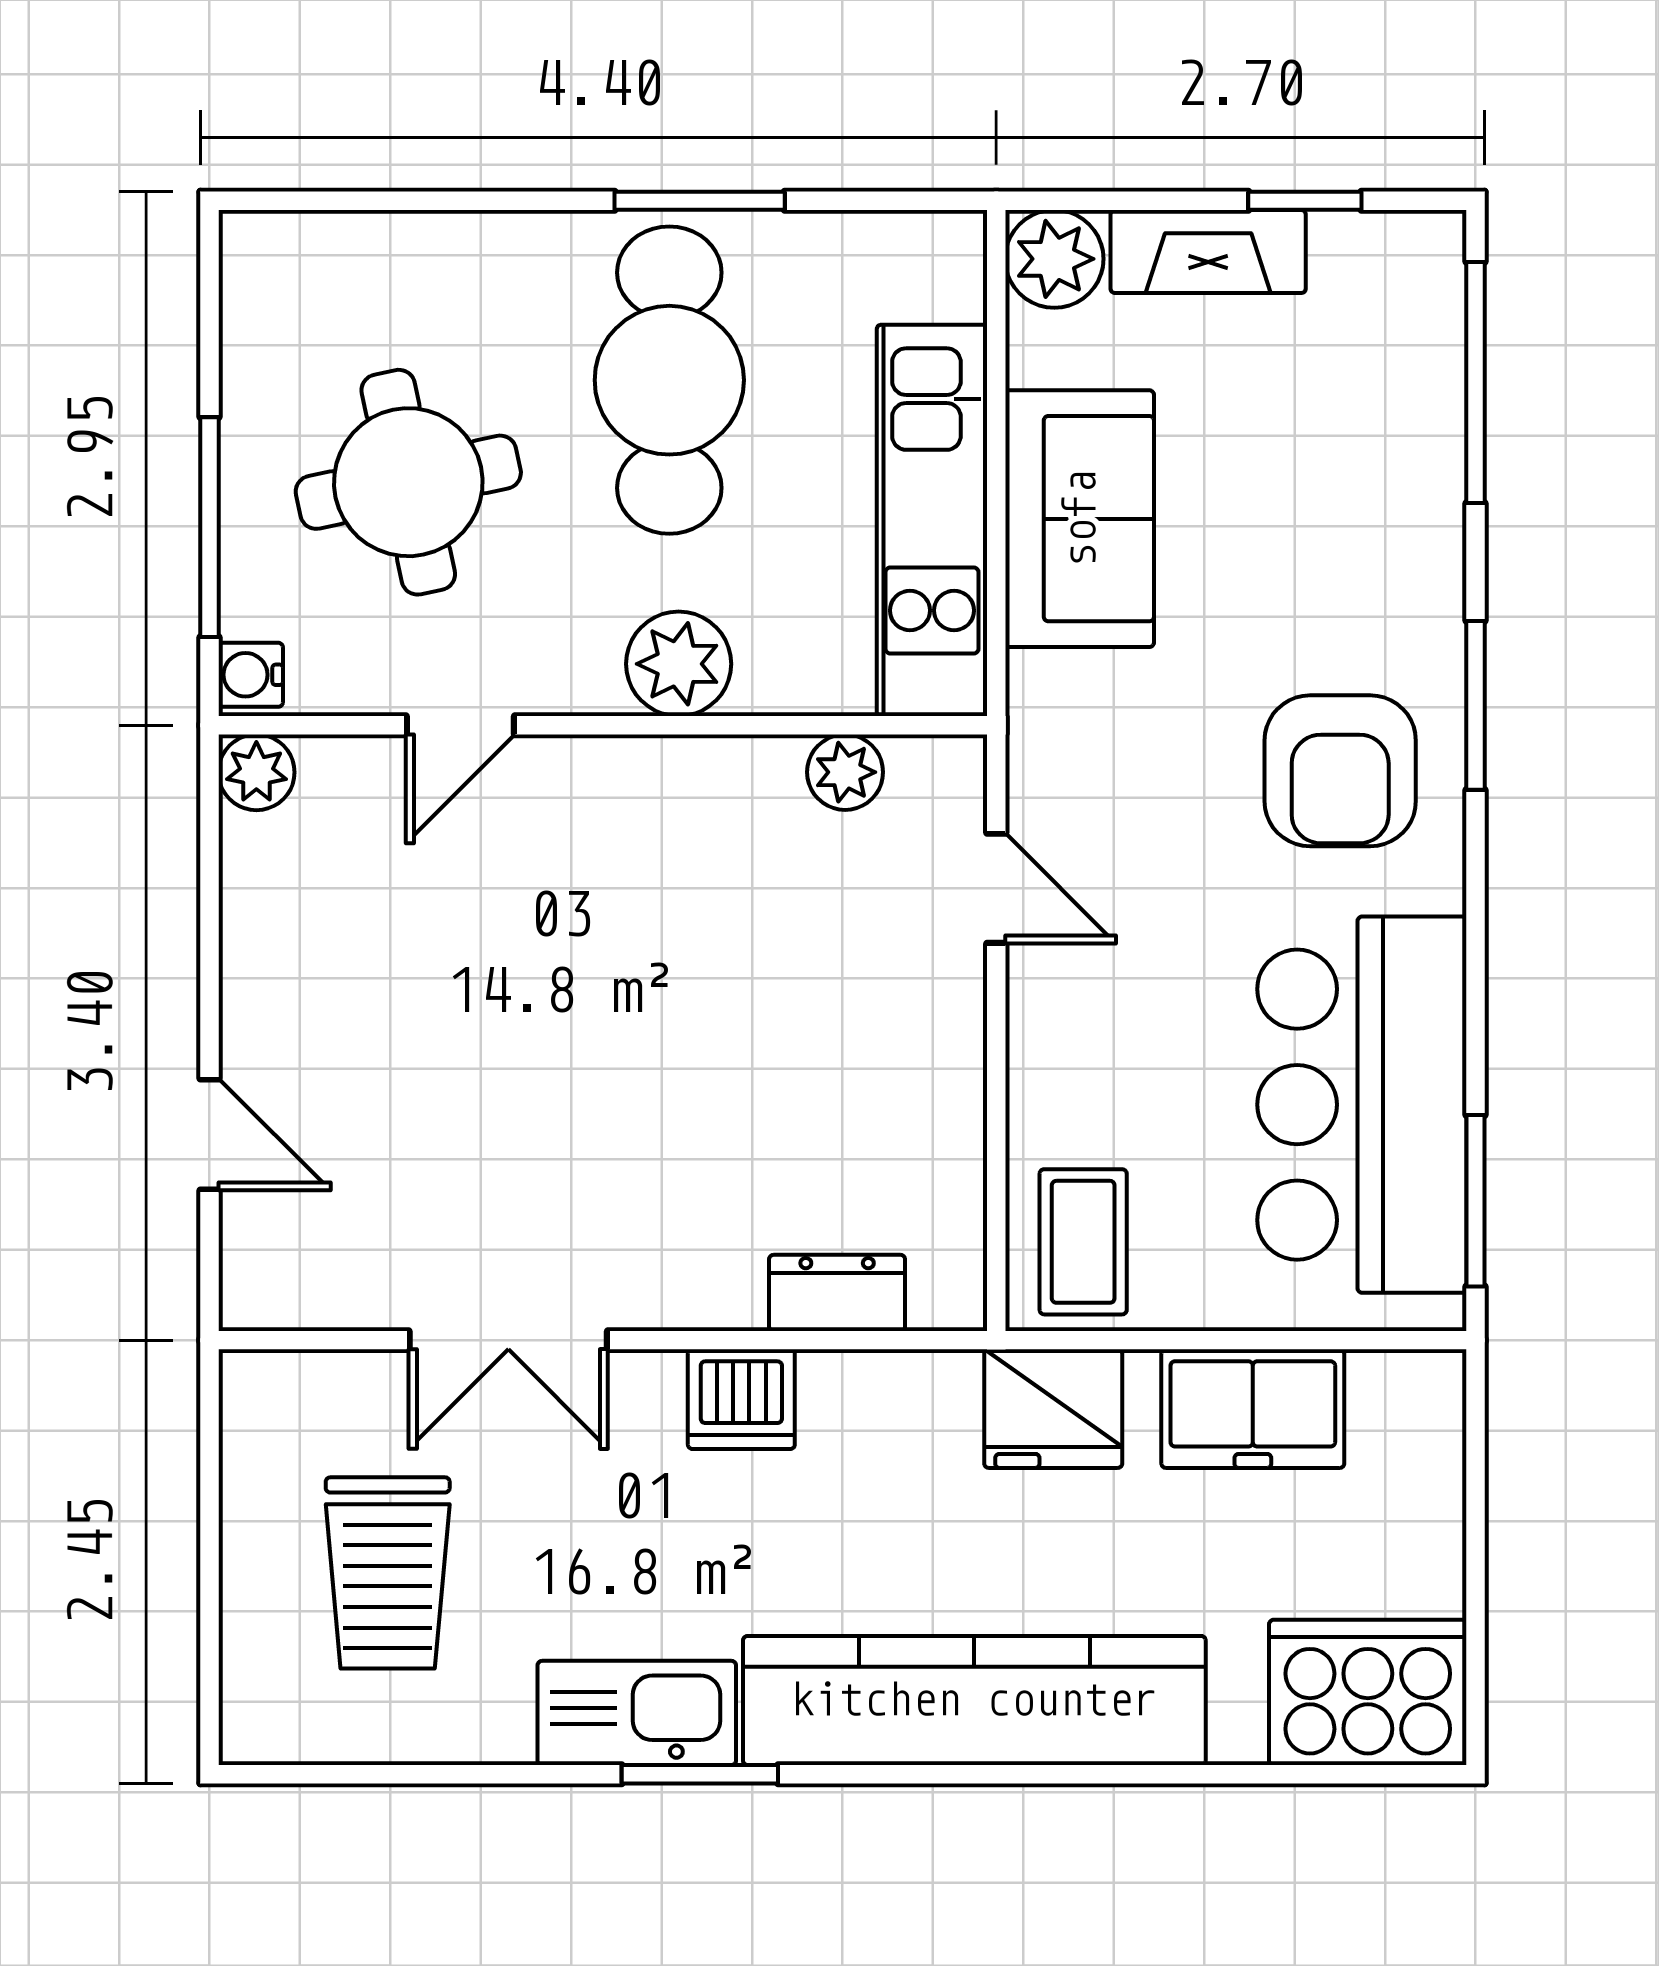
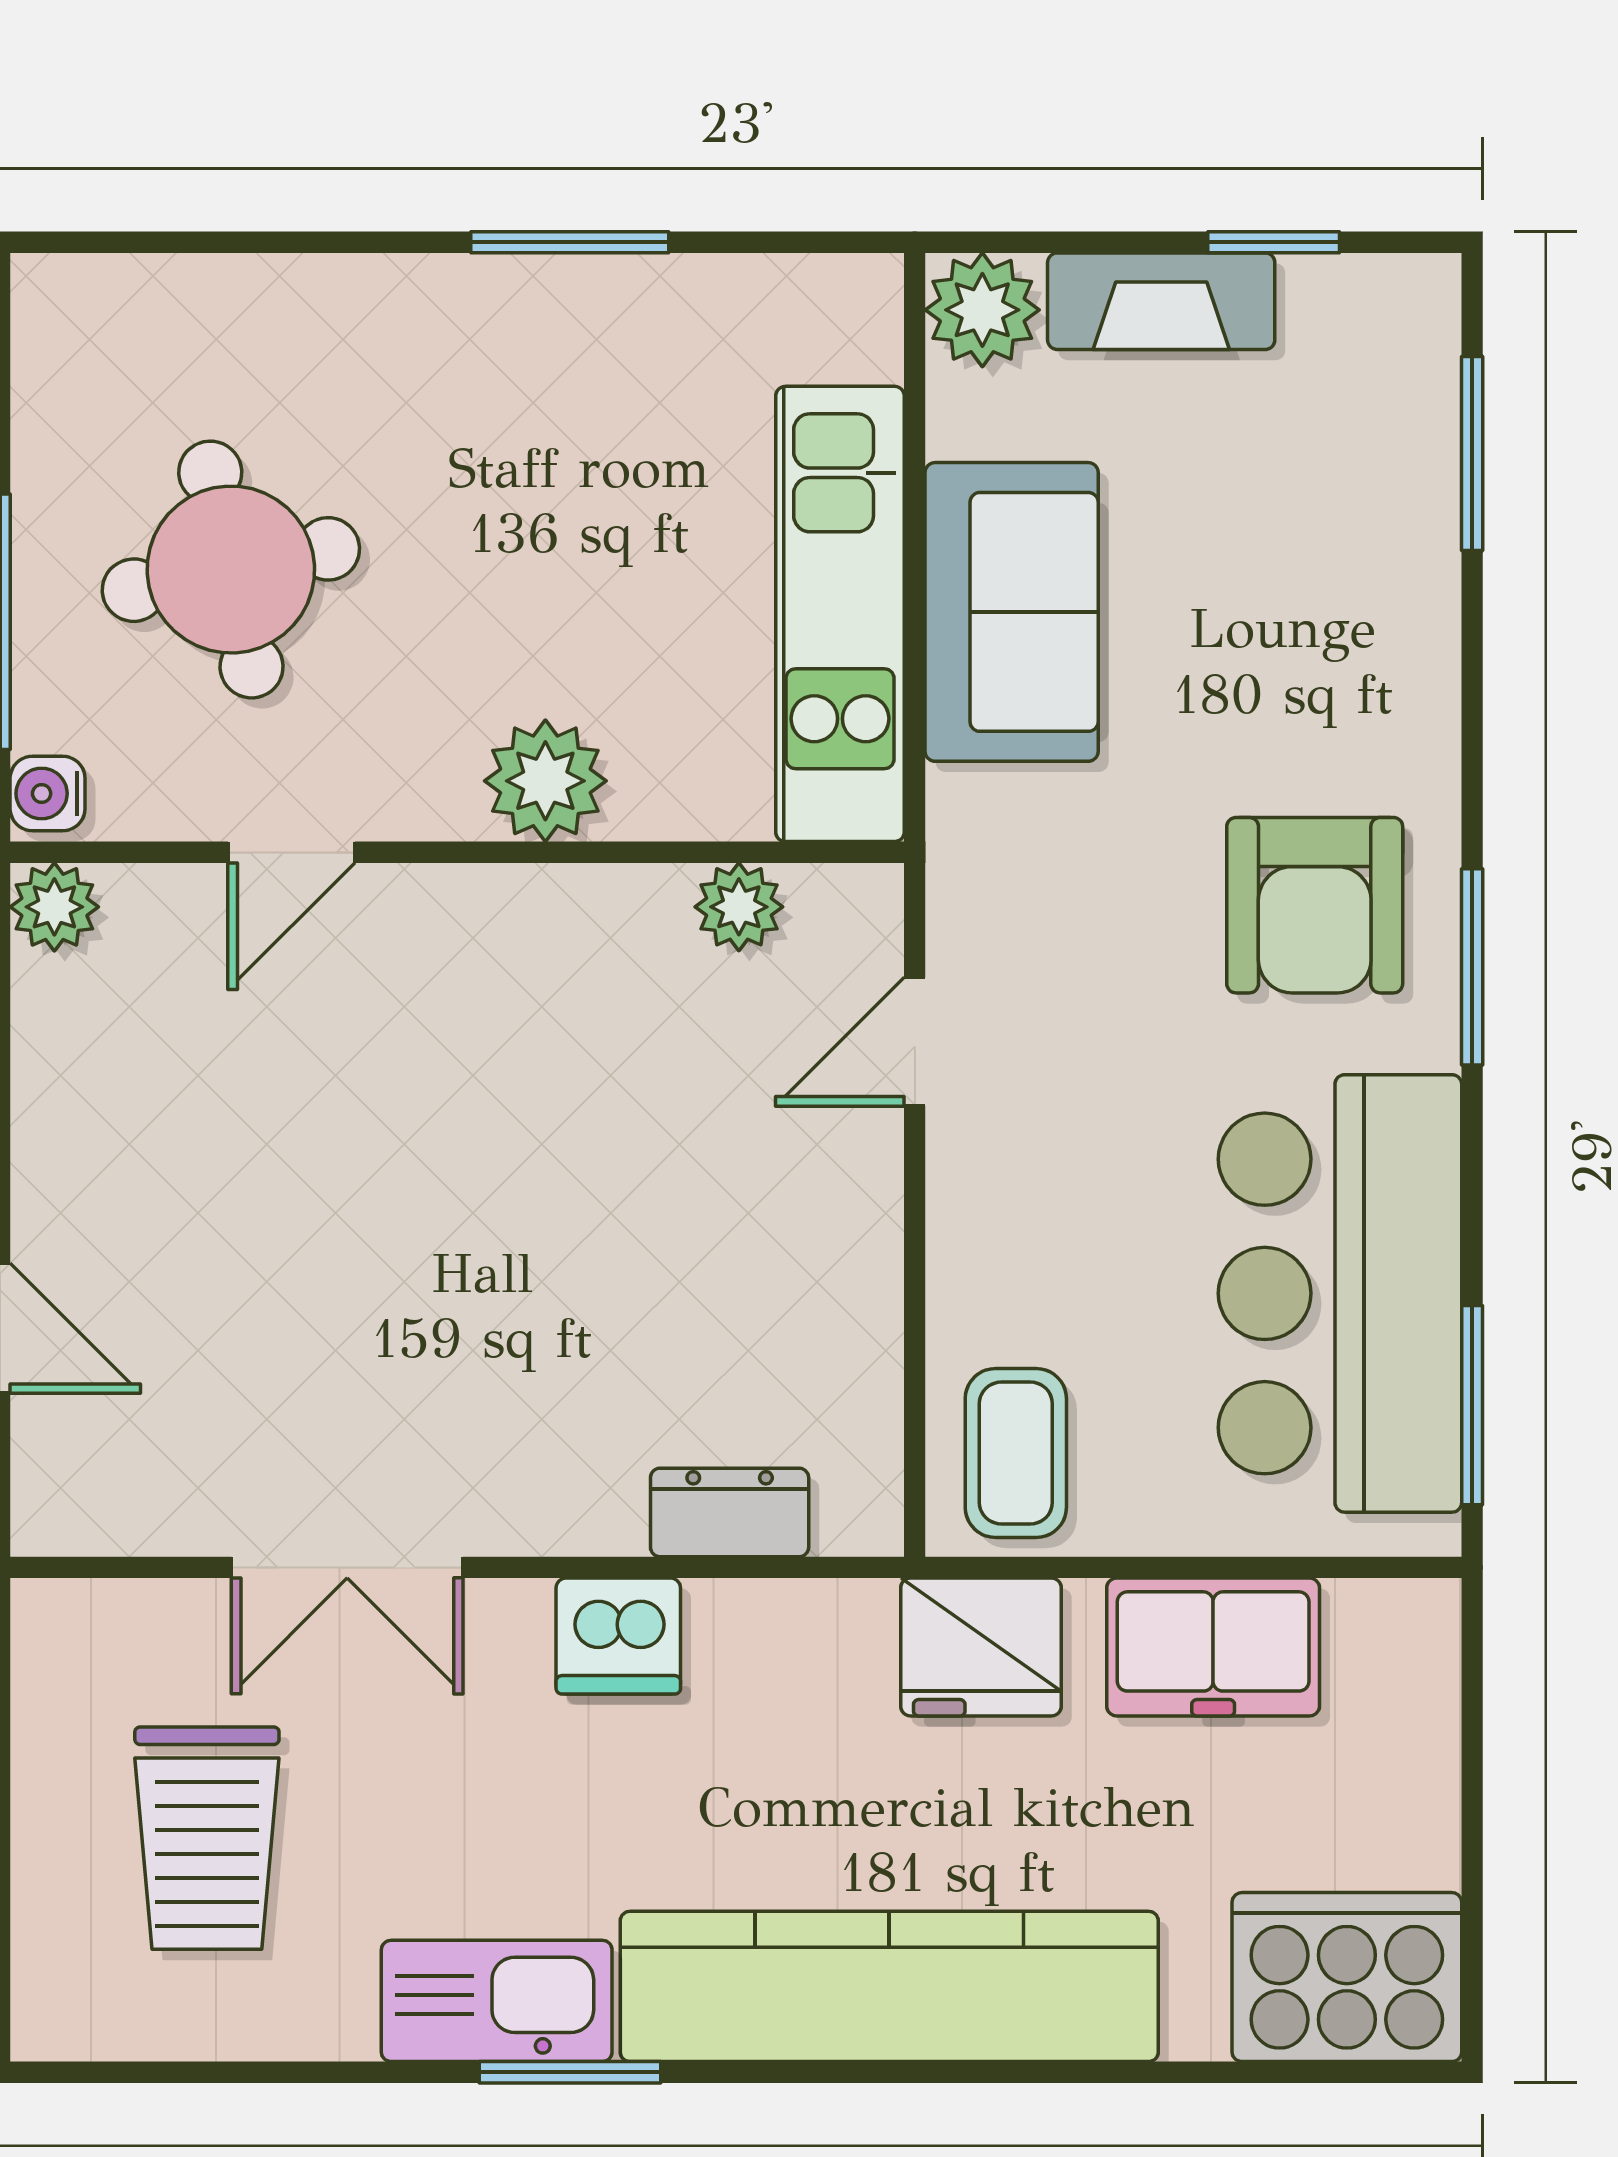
cafe table: (669, 380) -> (534, 451), removed
window: (1475, 382) -> (1472, 454), width x0.69
window: (1475, 705) -> (1472, 967), moved
door: (996, 888) -> (915, 1042), swing flipped

